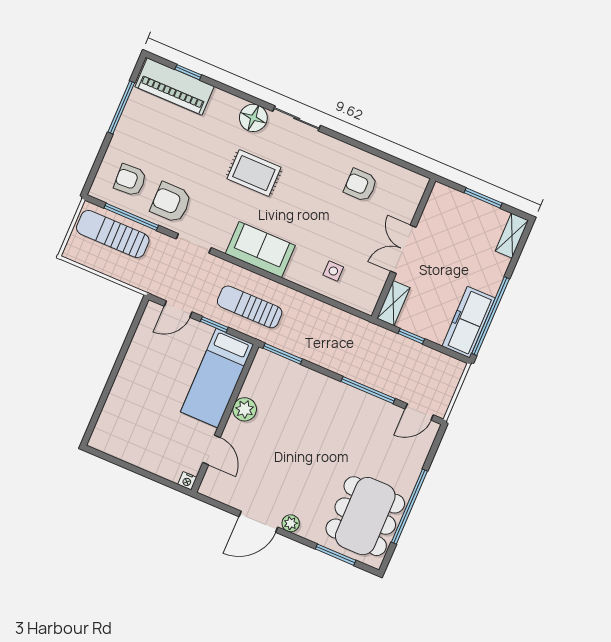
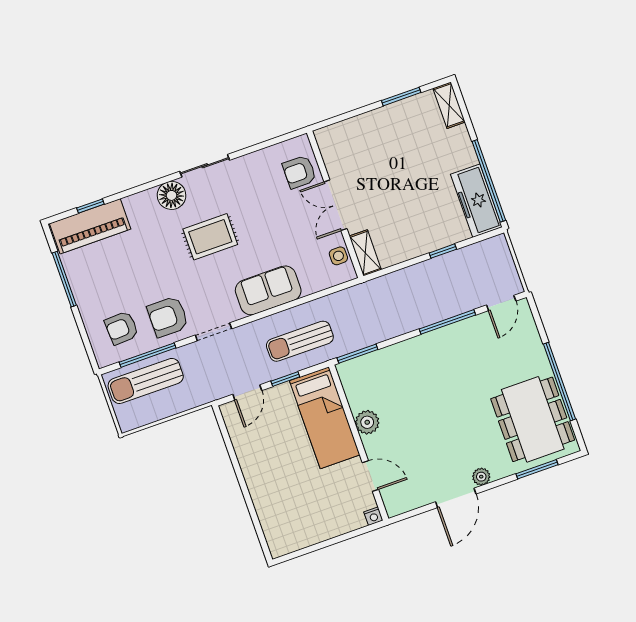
wall: (404, 248) -> (335, 204), moved
double door: (403, 249) -> (335, 205), moved
shelving: (393, 303) -> (365, 253), moved

